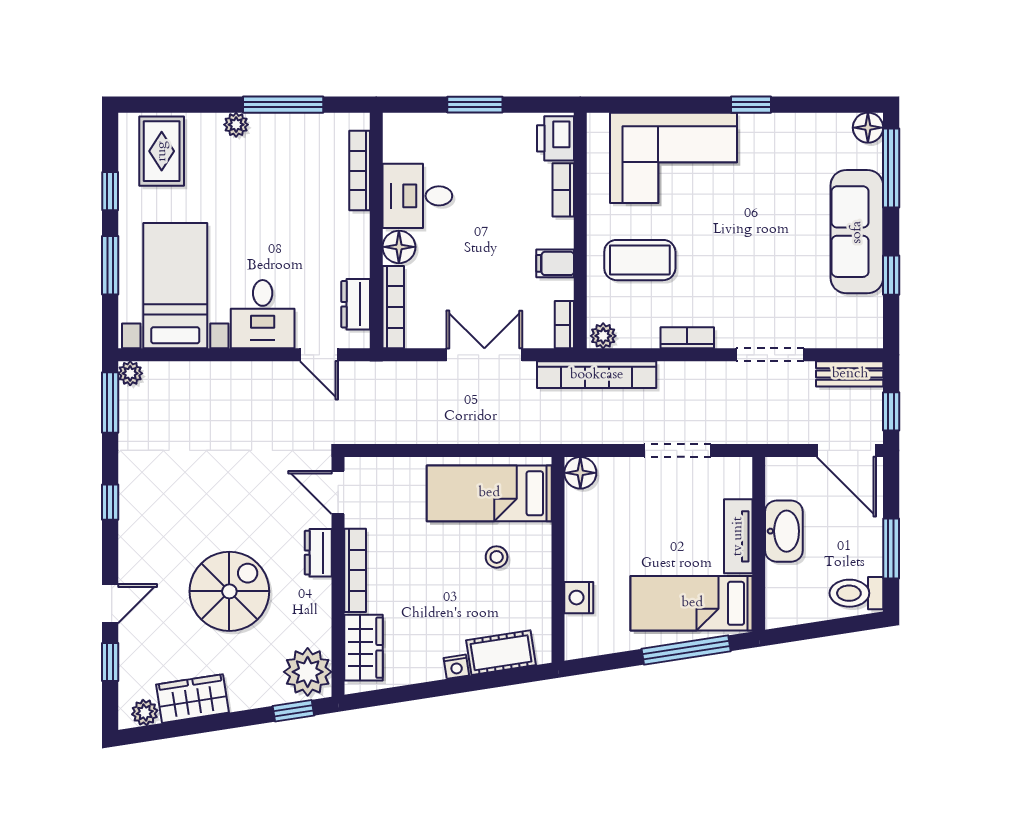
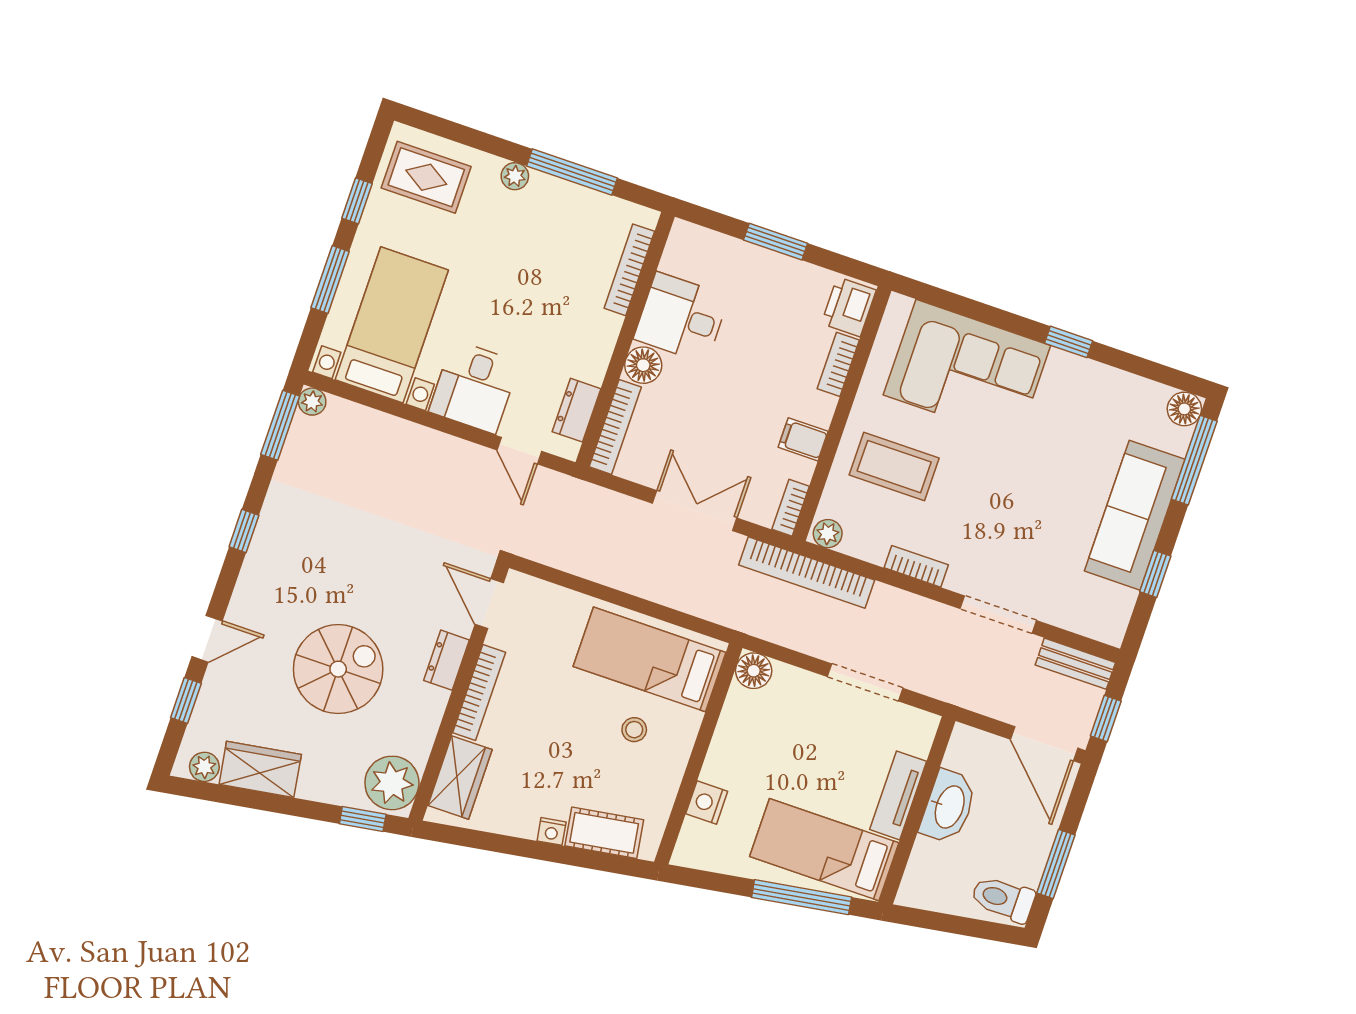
rug: (162, 151) -> (426, 177), turned 90

